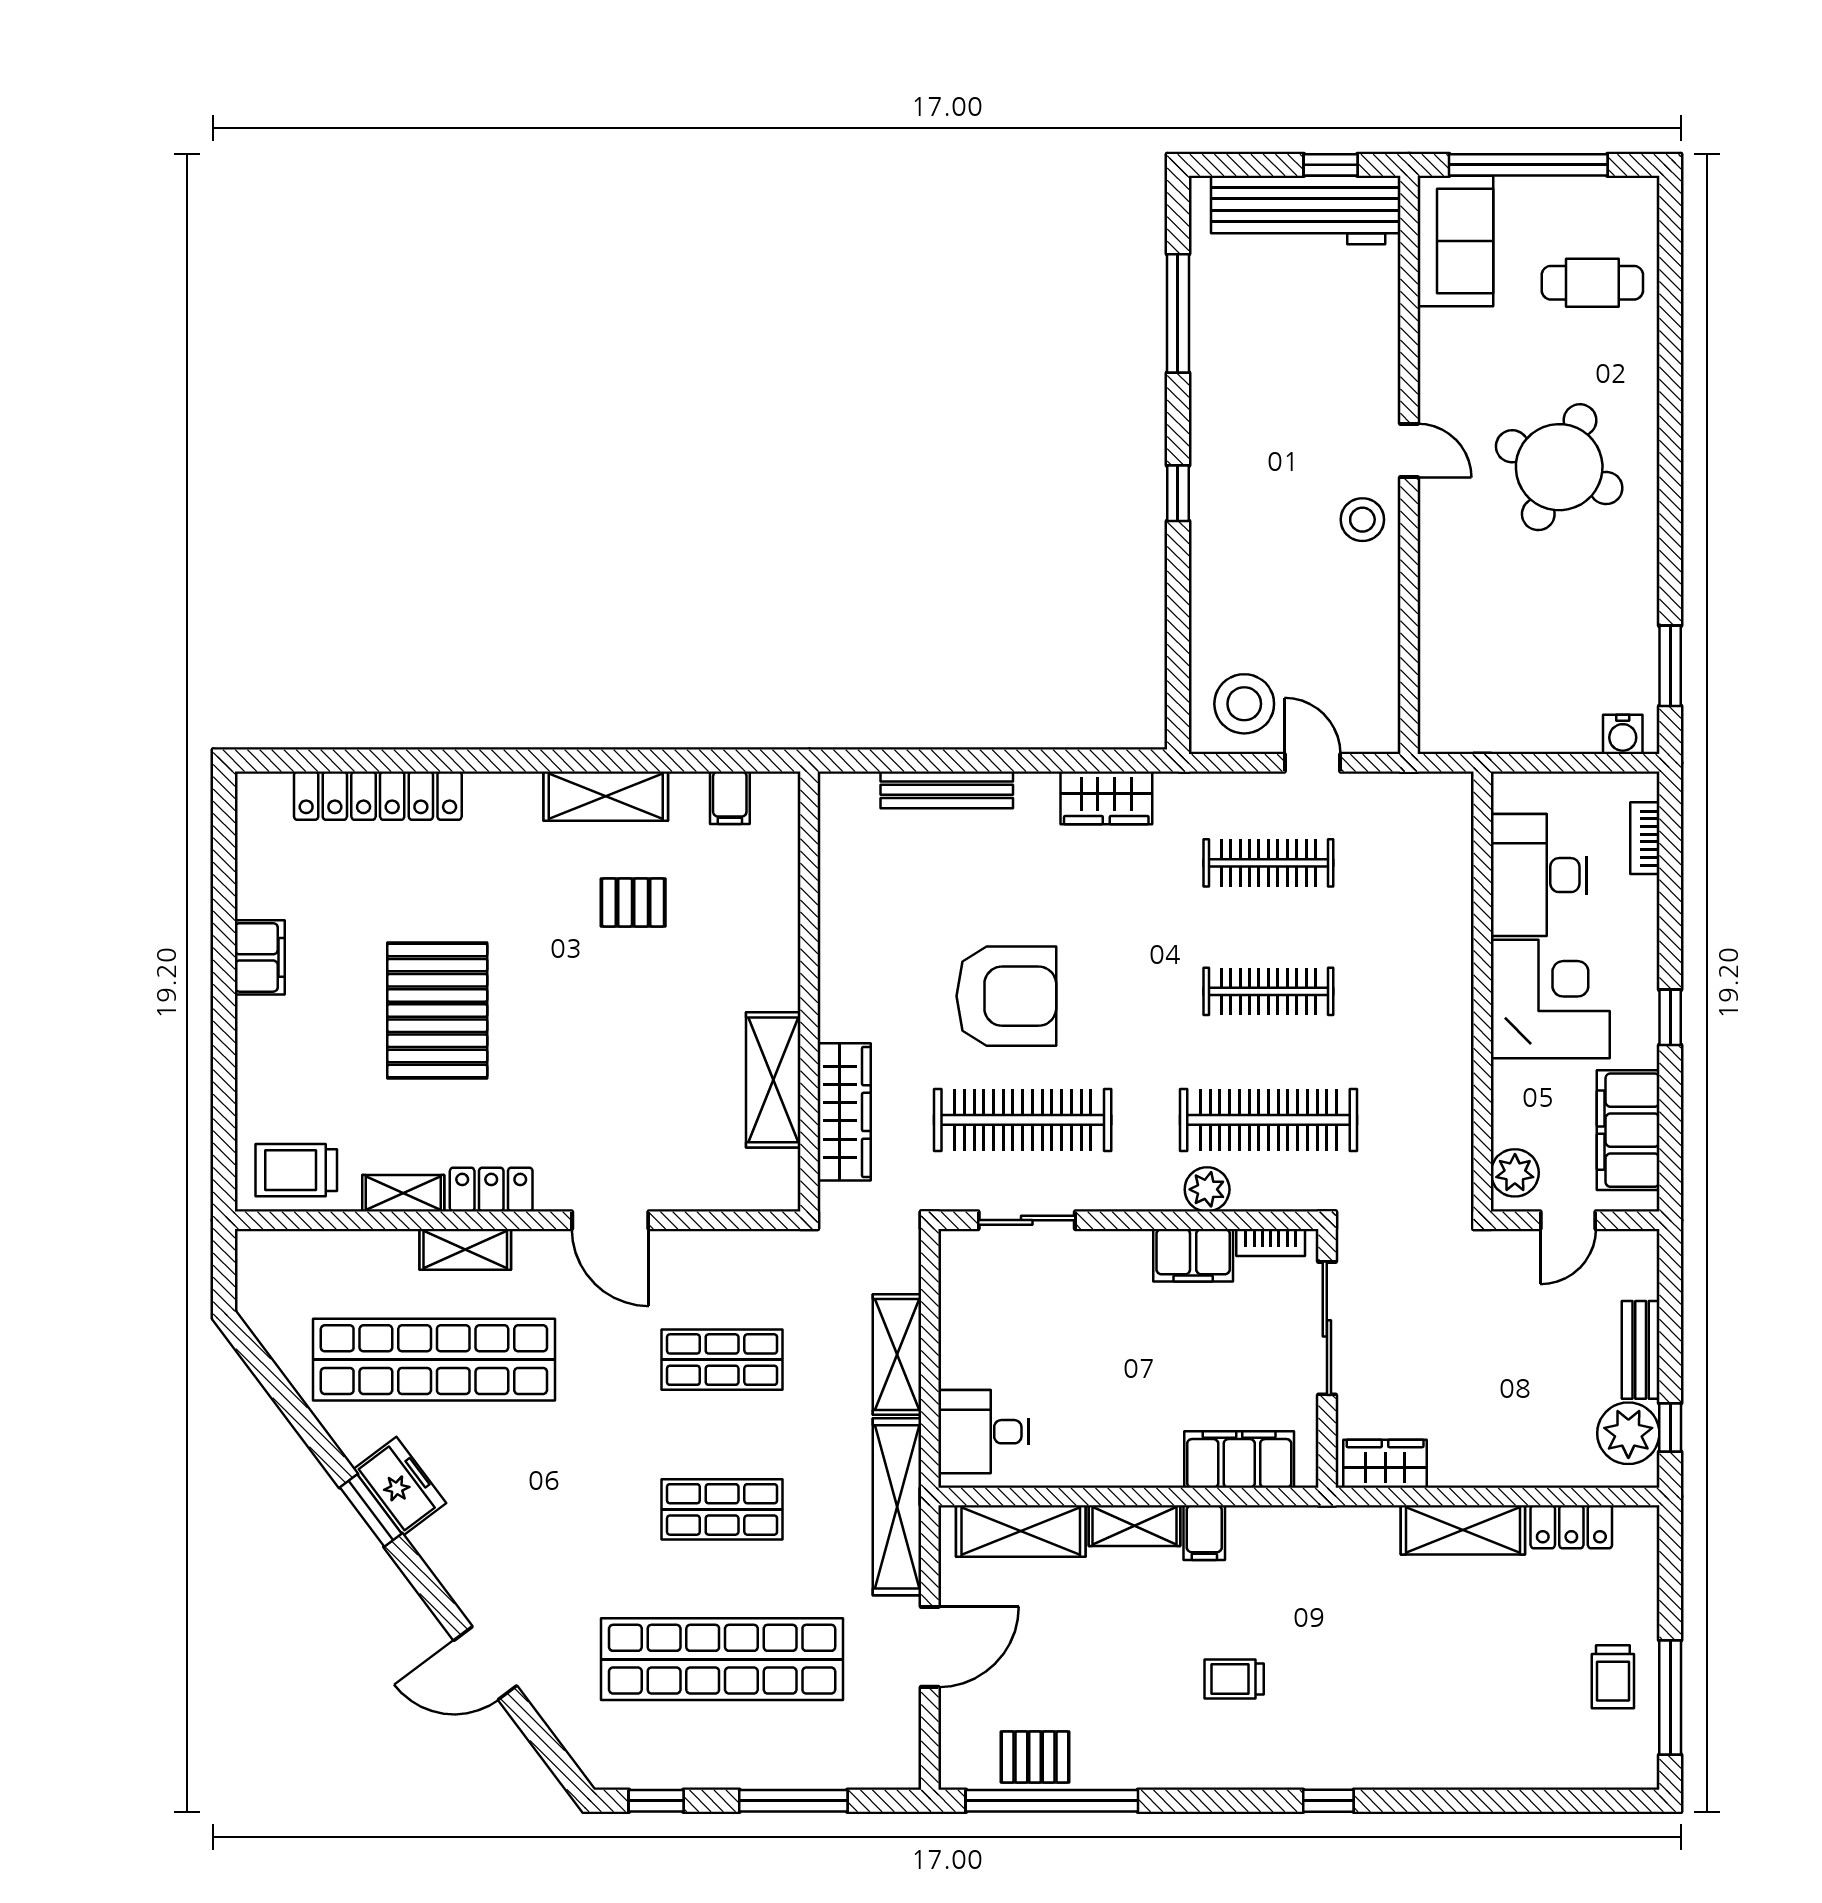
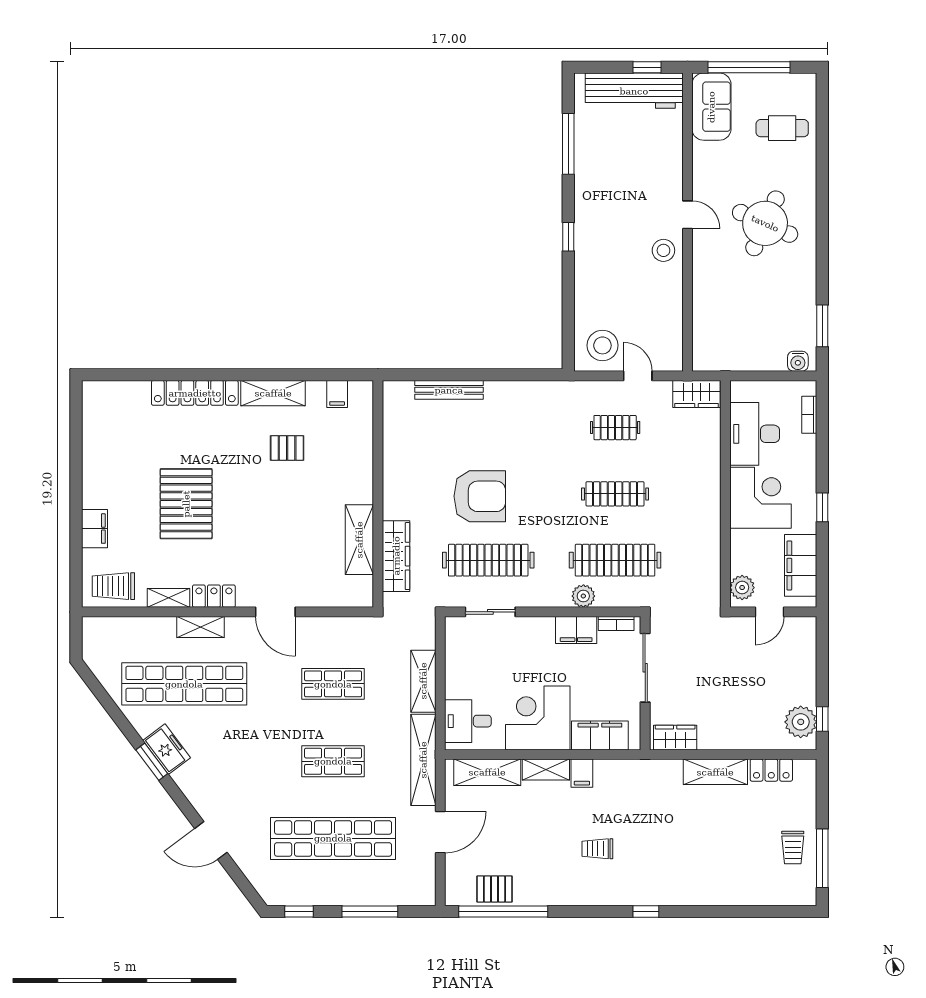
locker: (378, 796) -> (195, 393), moved
wardrobe: (1106, 798) -> (697, 394), moved
clothes rail: (1268, 863) -> (615, 428), width x0.73
filing cabinet: (260, 957) -> (94, 529), moved
bench: (1641, 1350) -> (807, 679), removed
corner desk: (1119, 1426) -> (538, 718), added

